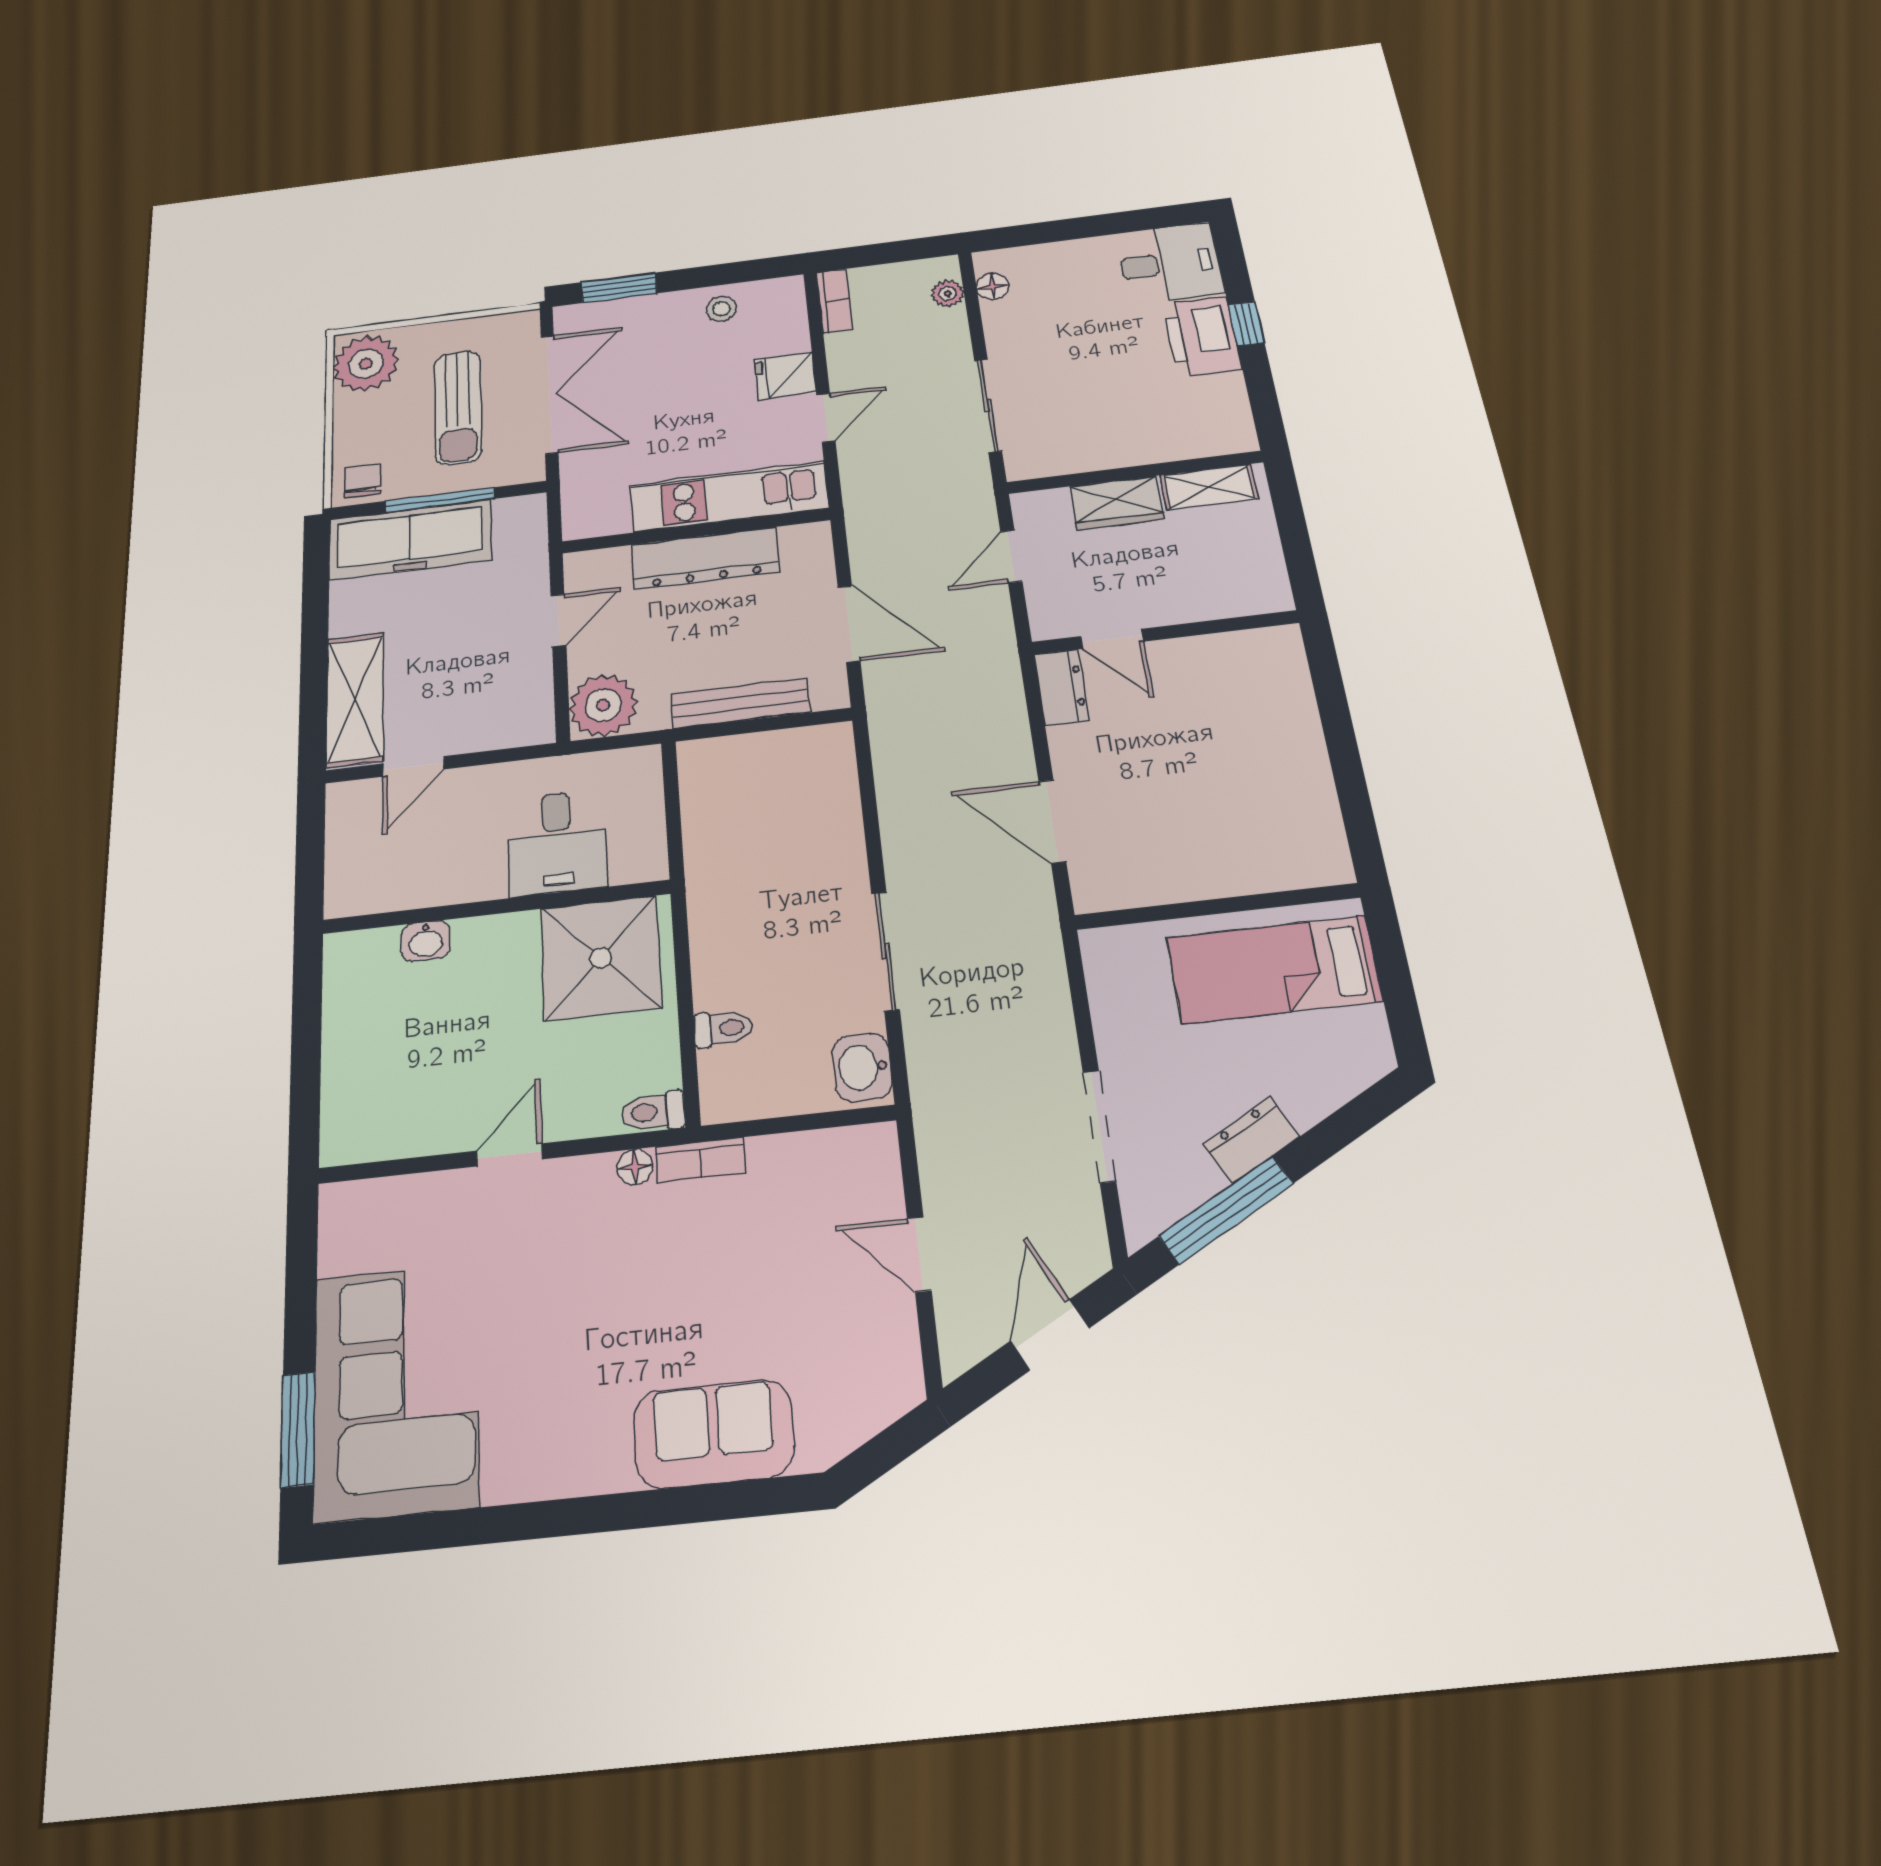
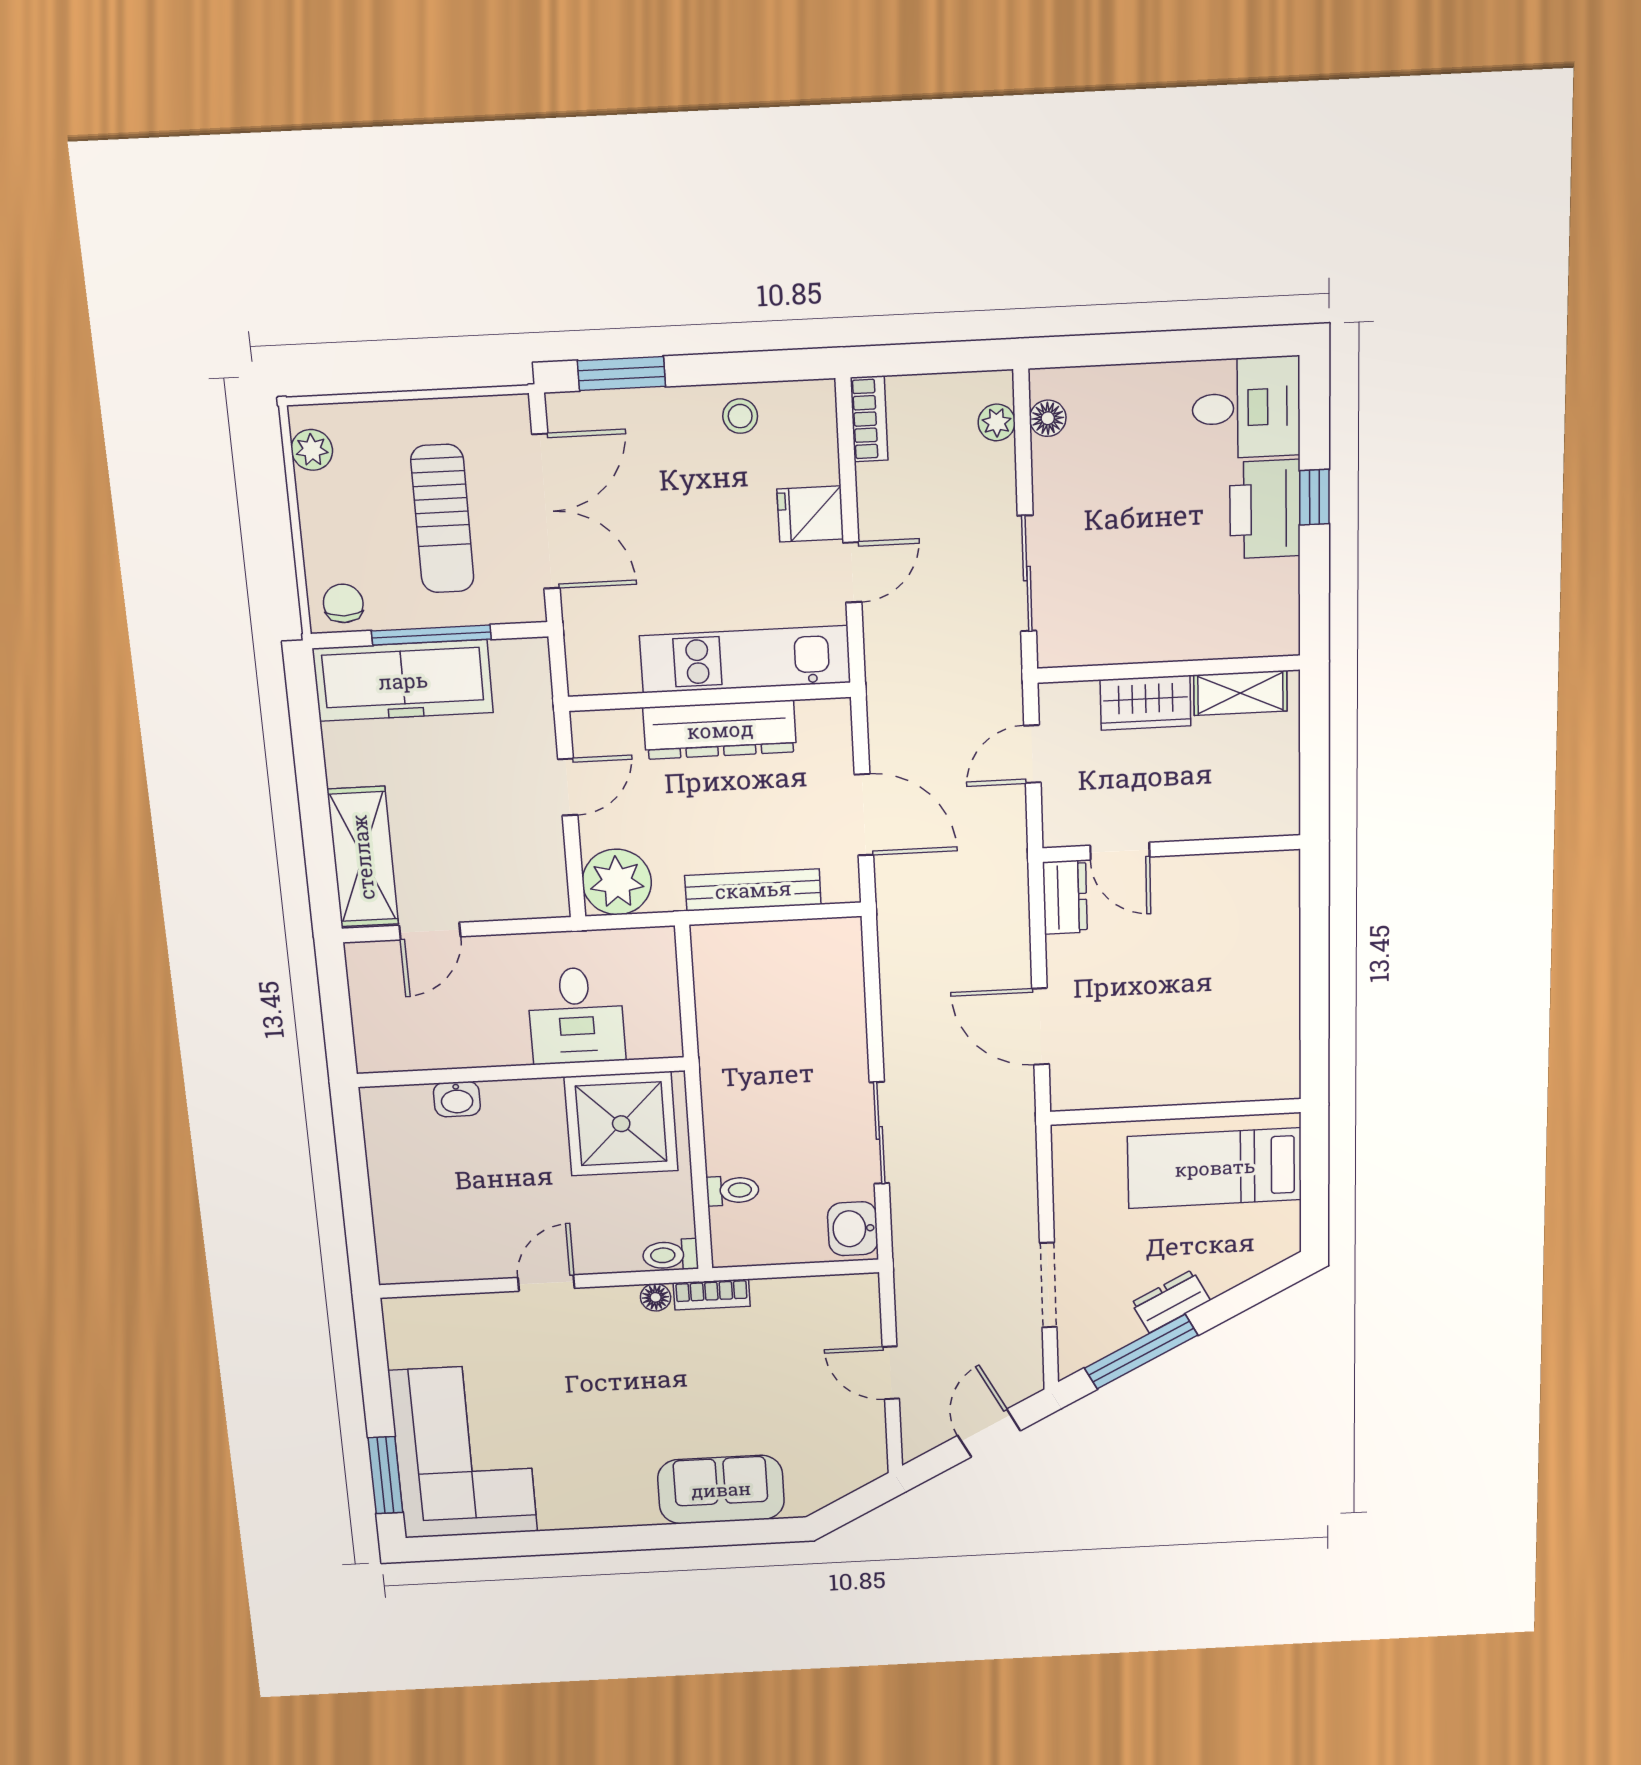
plant: (366, 364) -> (312, 450), width x0.53, depth x0.53

